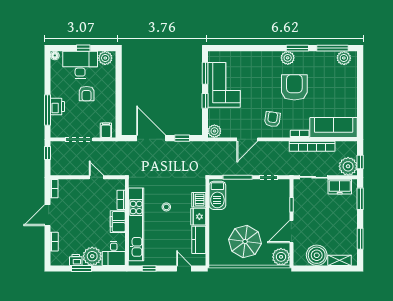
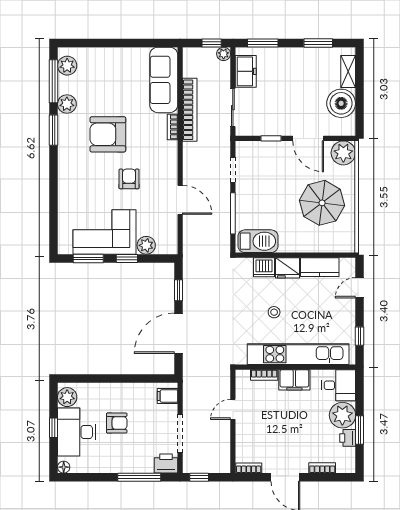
plant: (288, 58) -> (67, 104), moved
printer: (57, 107) -> (166, 463), moved
armchair: (272, 119) -> (129, 179), moved, turned 82
plant: (214, 131) -> (146, 245), moved
plant: (348, 166) -> (224, 54), width x0.53, depth x0.53

